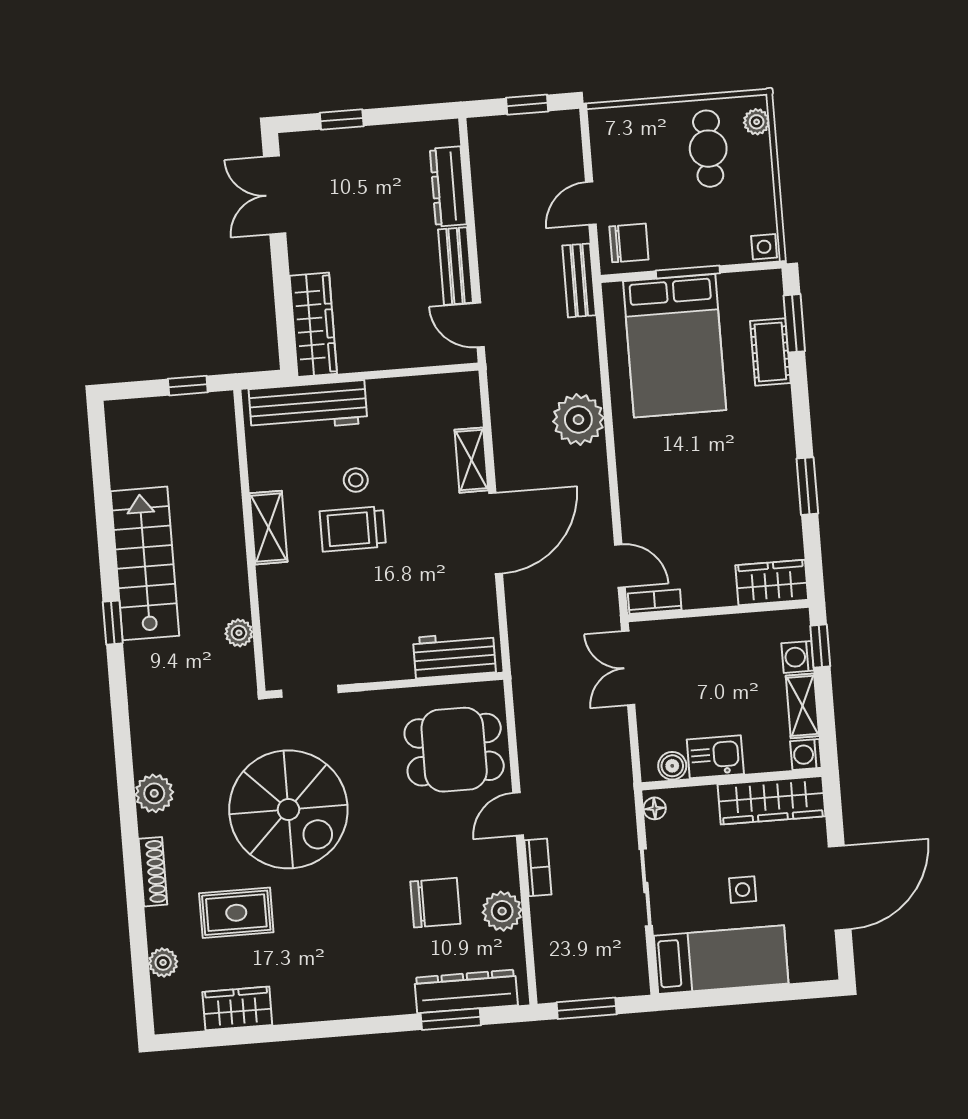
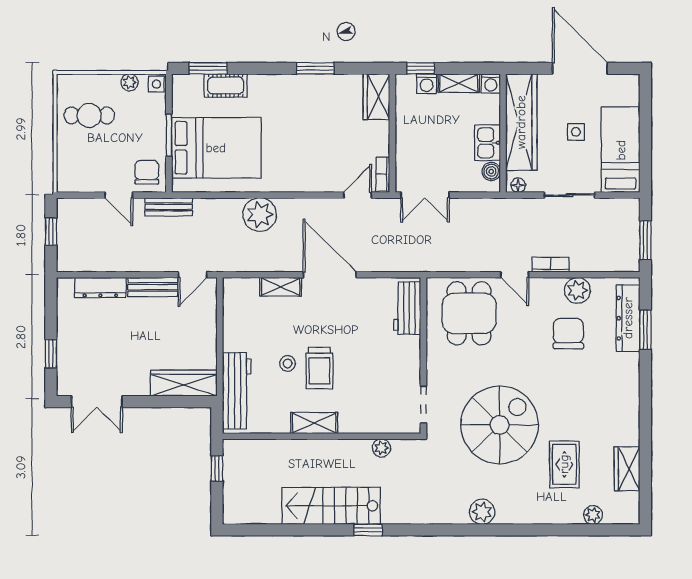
plant: (757, 122) -> (130, 82), moved
wardrobe: (772, 800) -> (521, 122), width x1.40, depth x1.17
shoe rack: (153, 872) -> (533, 517), removed

